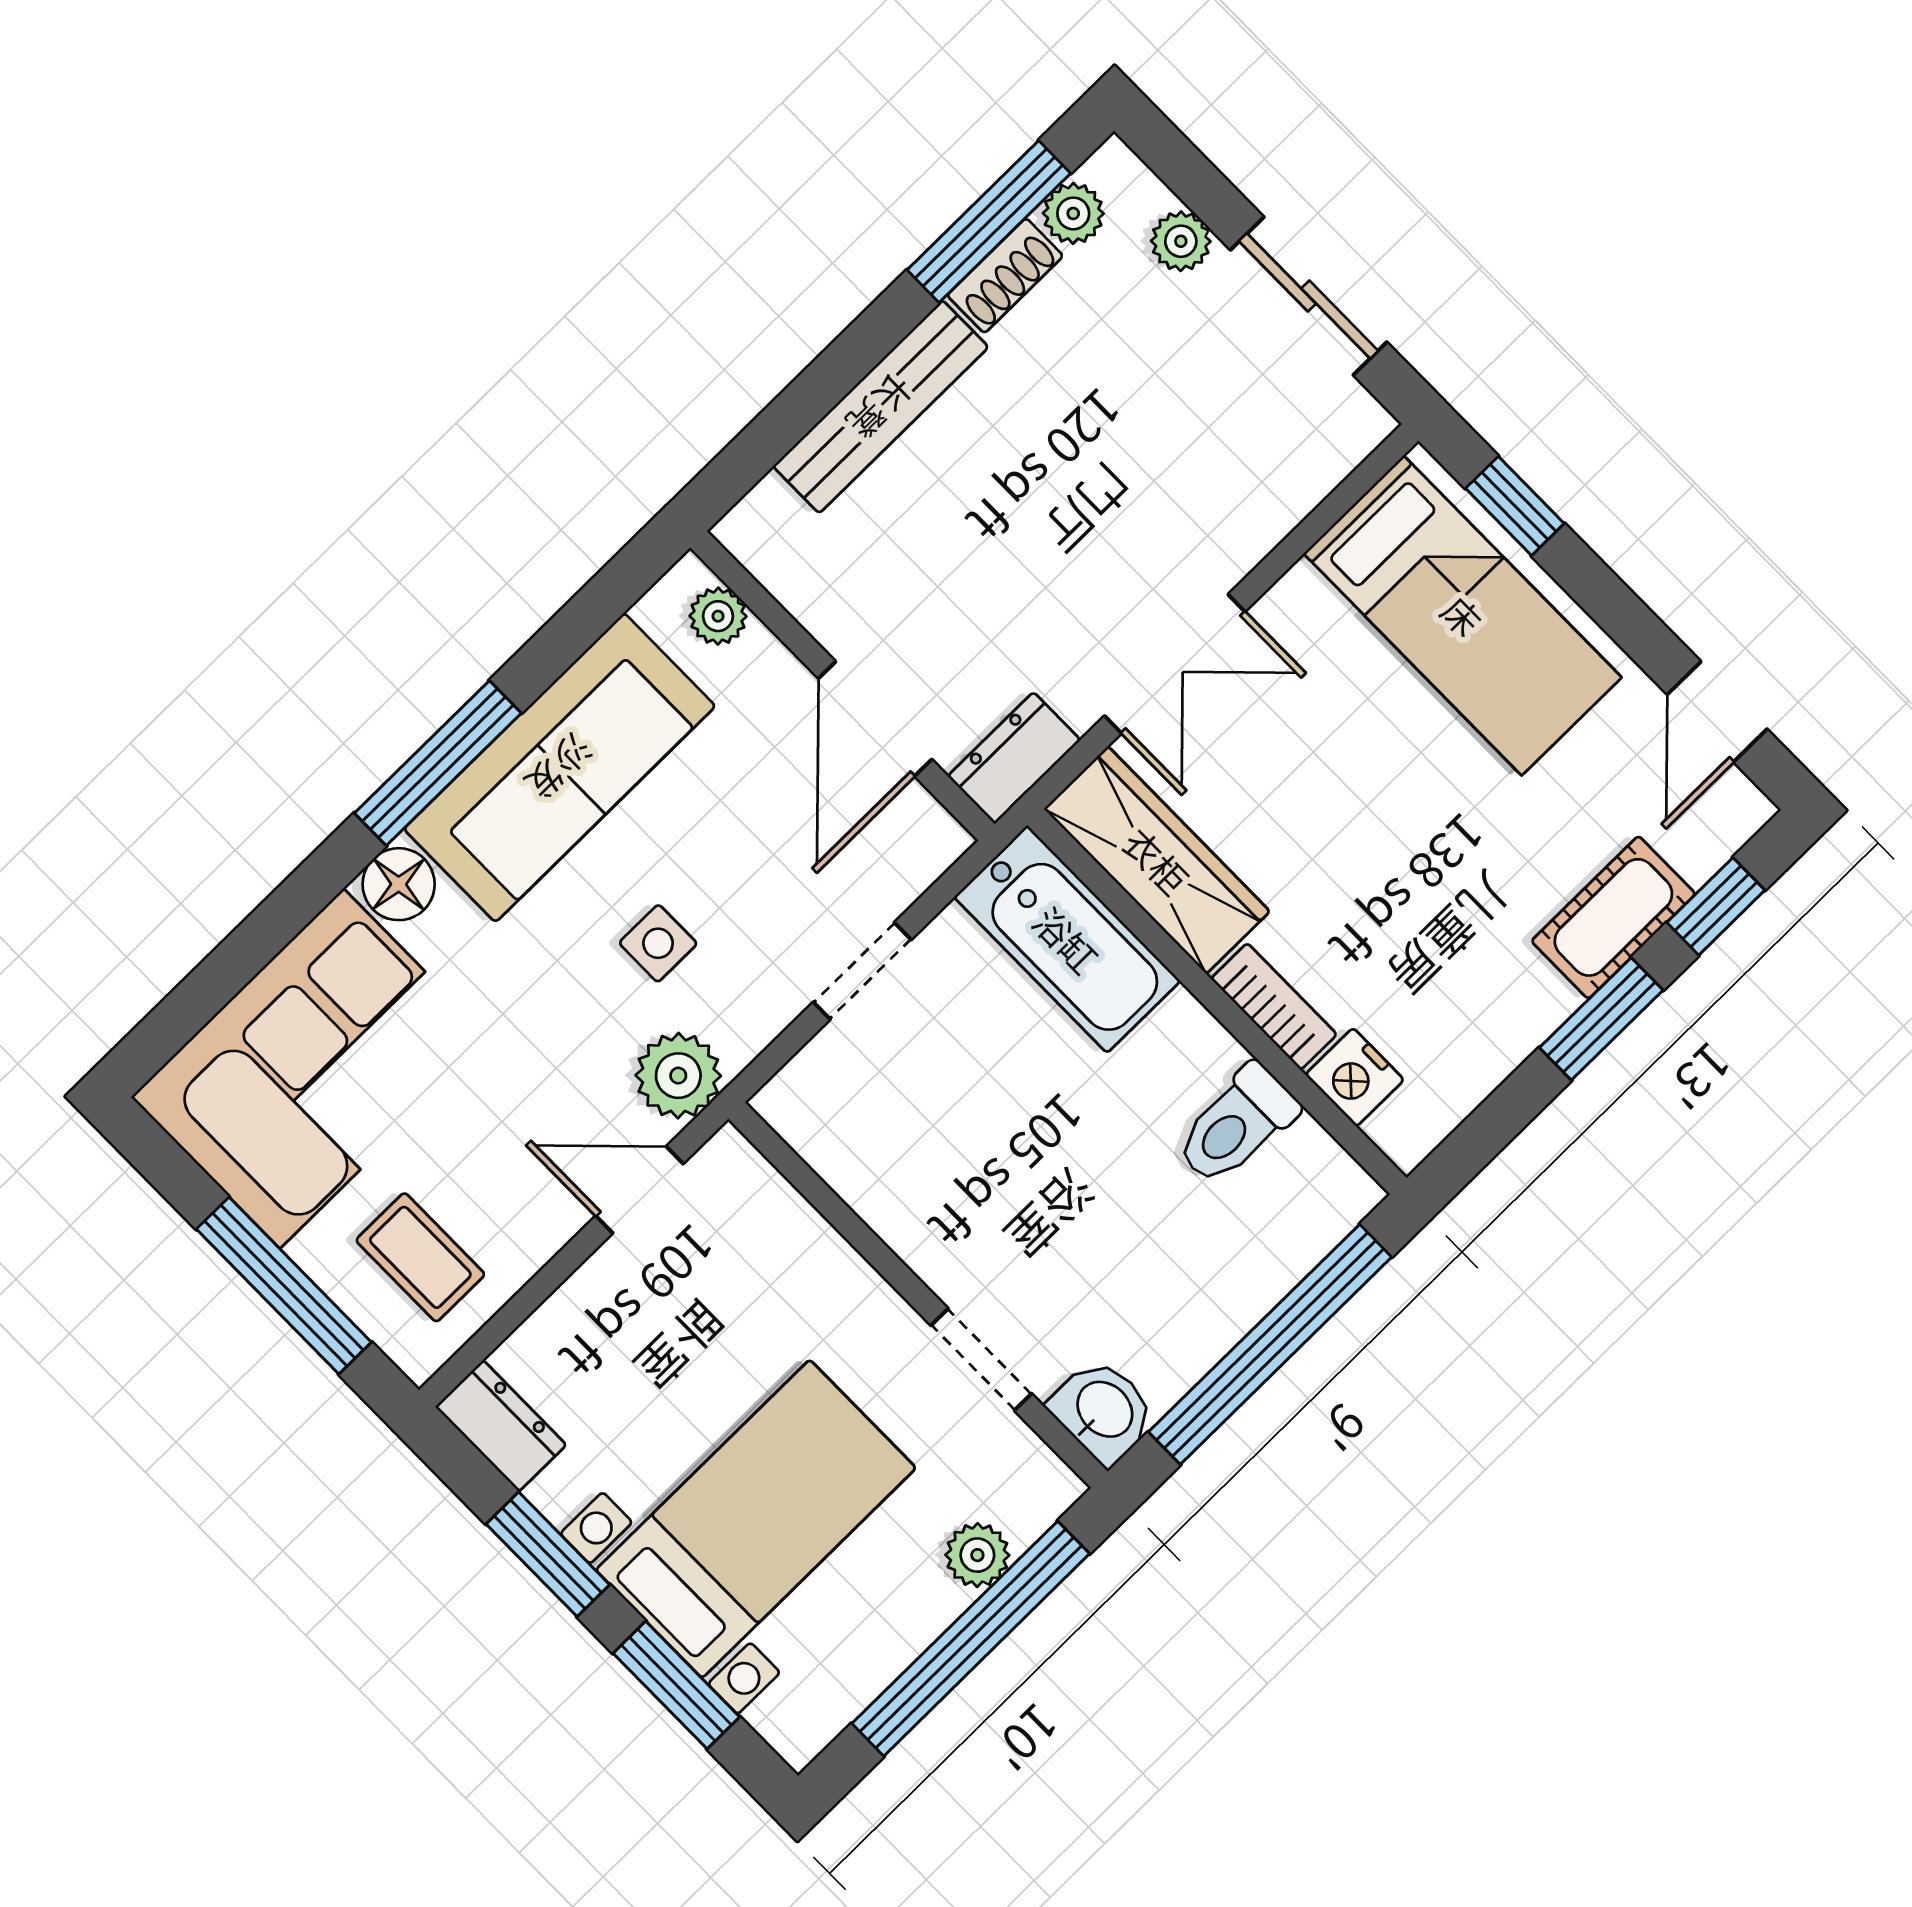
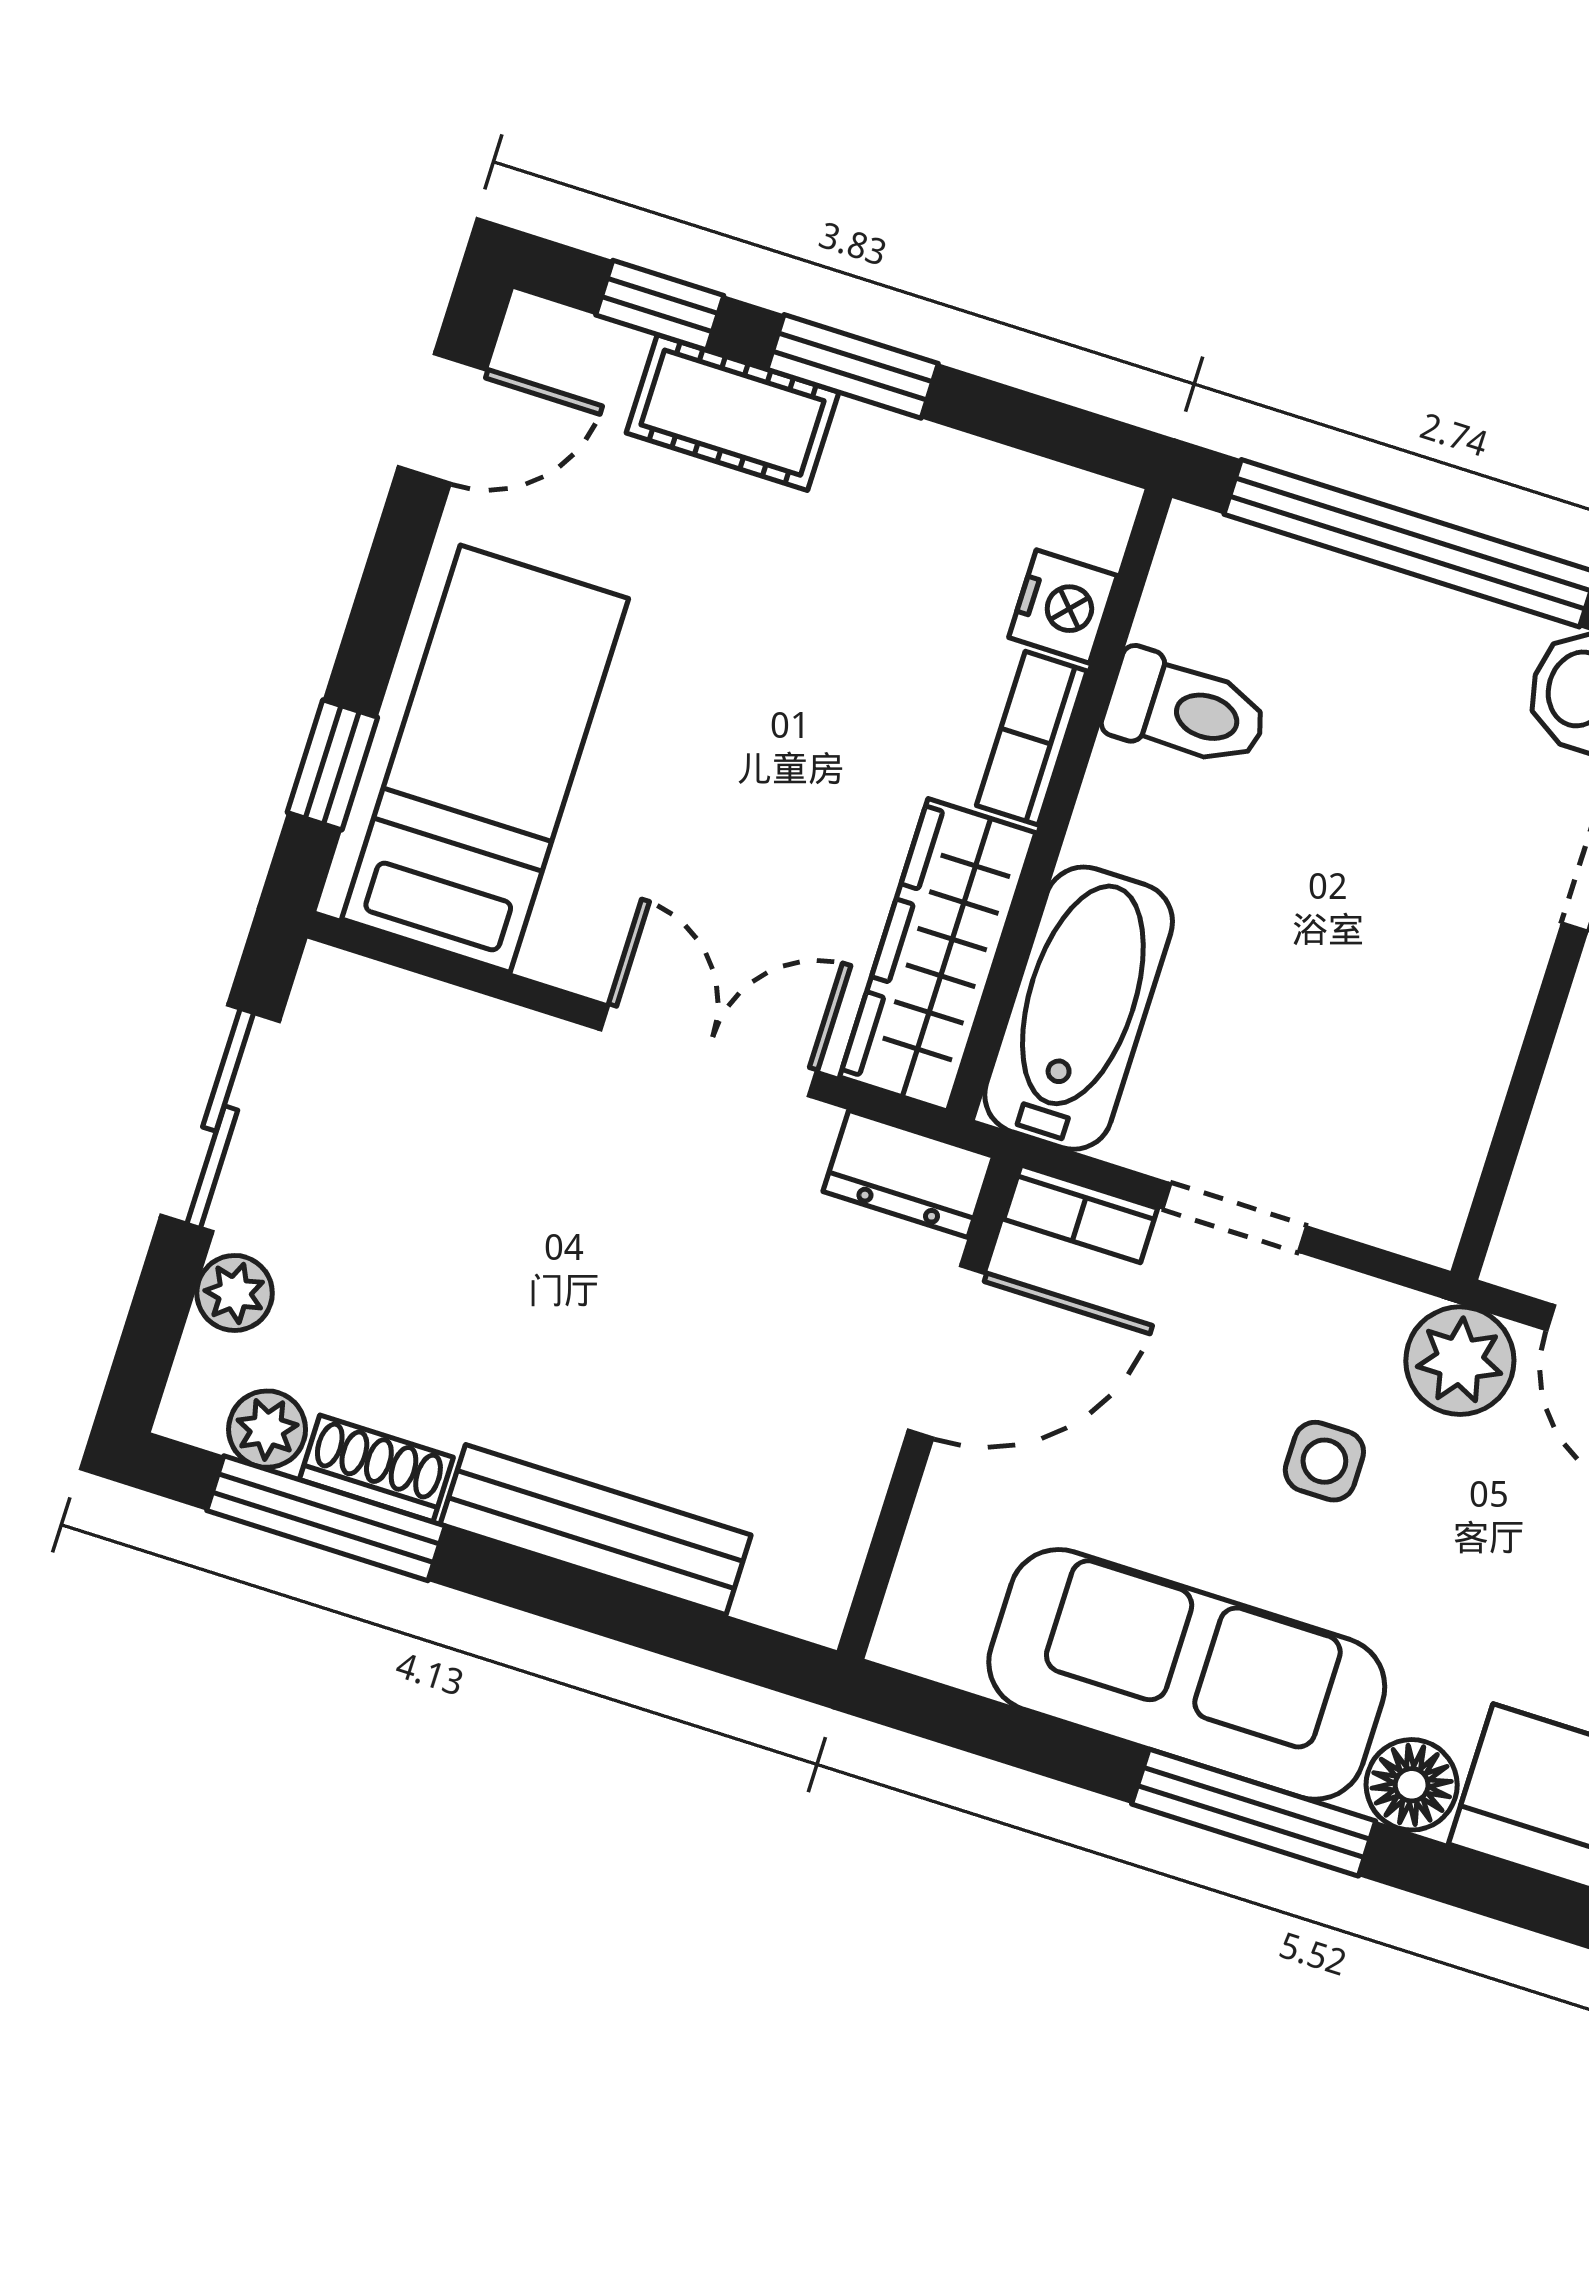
plant: (718, 616) -> (925, 1587), removed
bookcase: (922, 864) -> (1081, 1214), added

